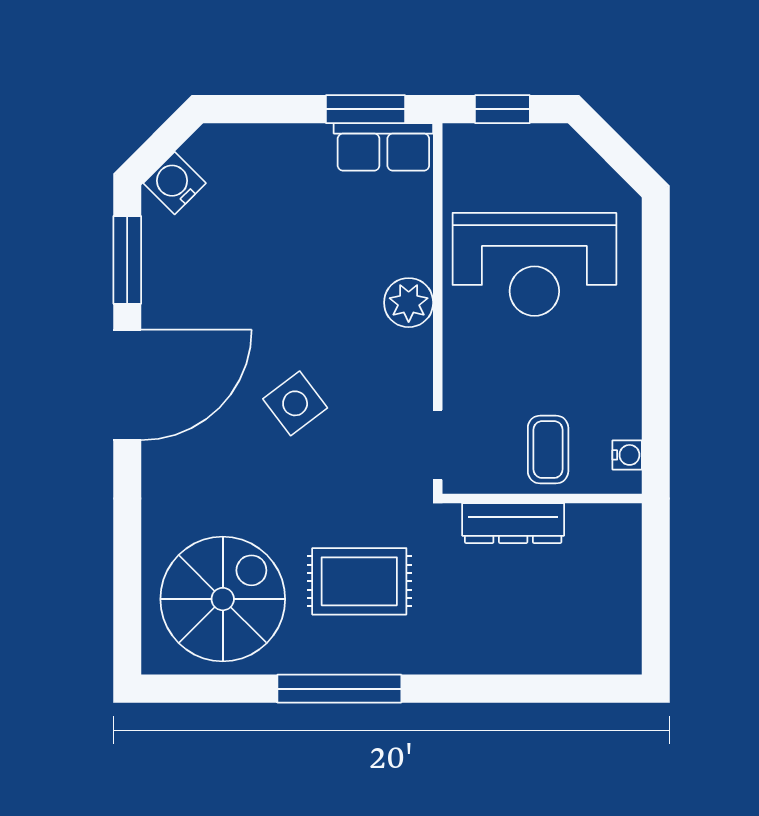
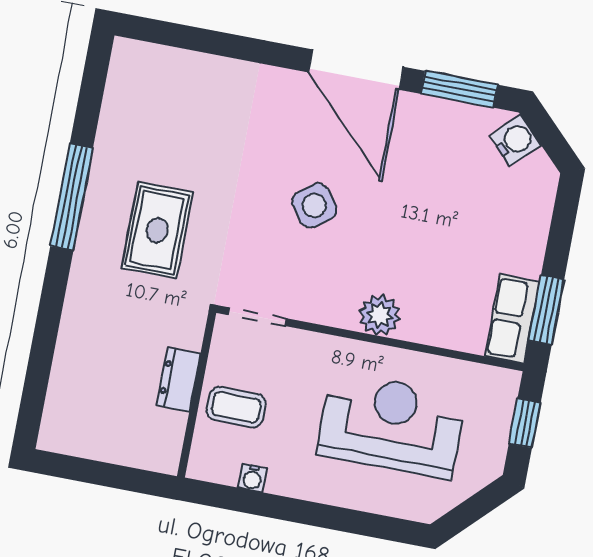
reception desk: (534, 264) -> (391, 425), turned 90
water cooler: (627, 455) -> (253, 478), moved
dresser: (513, 523) -> (178, 380), width x0.70
spiral stairs: (223, 599) -> (164, 115), removed

